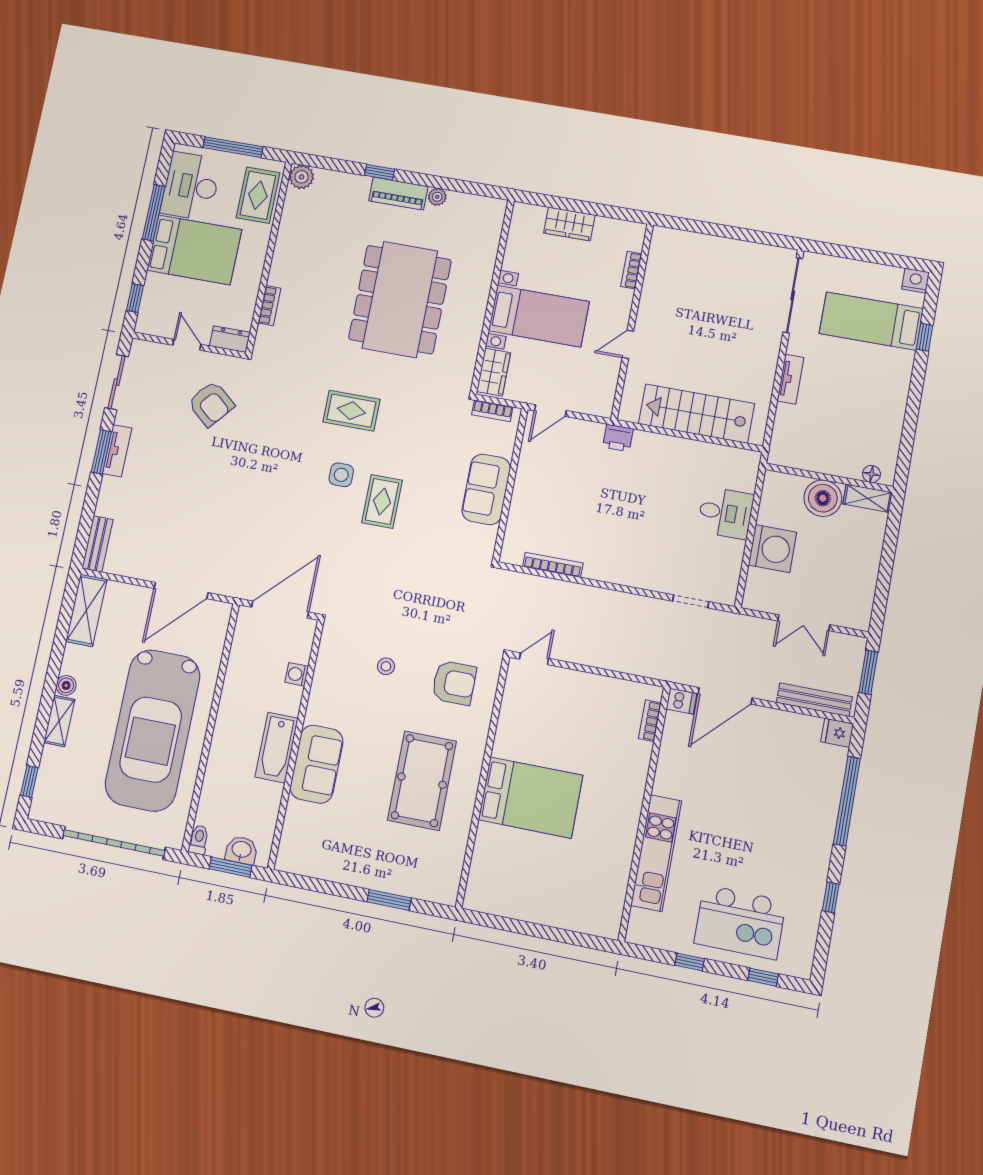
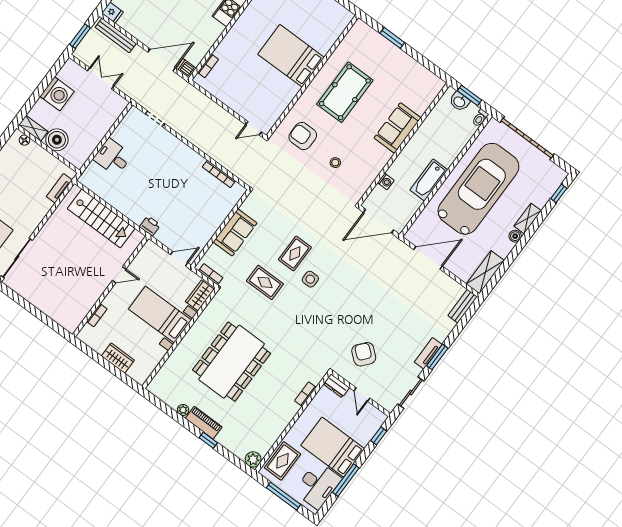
tv unit: (790, 379) -> (59, 188), moved
rug: (351, 411) -> (265, 282), moved
washing machine: (772, 549) -> (57, 94), moved, turned 180
bathtub: (277, 748) -> (429, 180), moved, turned 180

